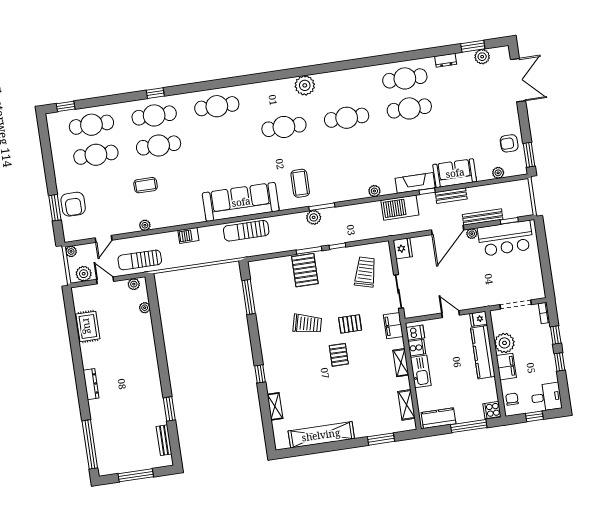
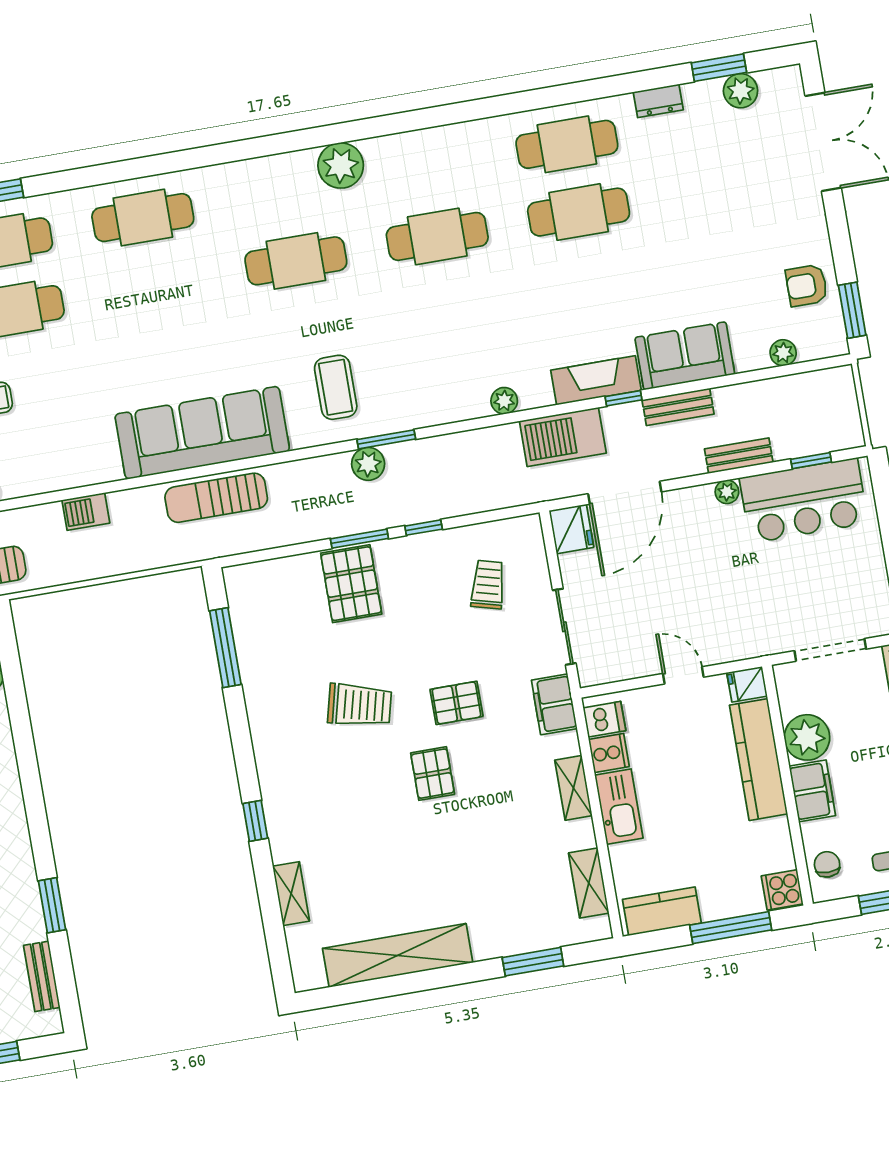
bench: (483, 217) -> (739, 456), width x0.73
door: (448, 230) -> (625, 493), moved
trolley: (365, 272) -> (488, 585), width x0.73, depth x0.72

